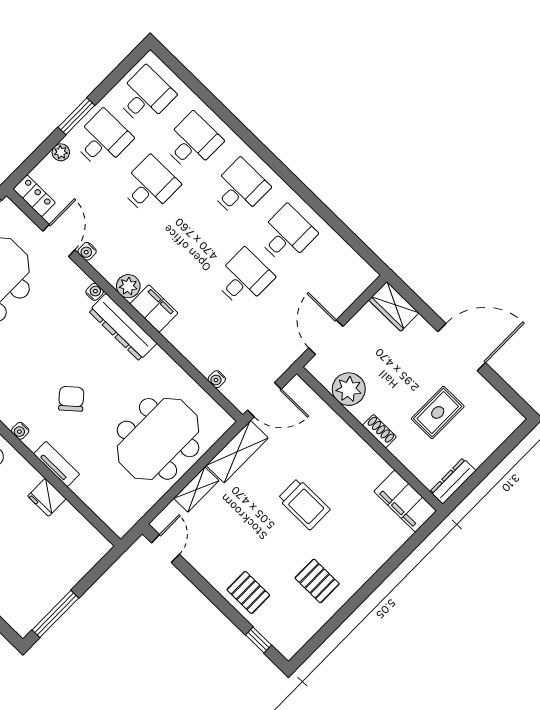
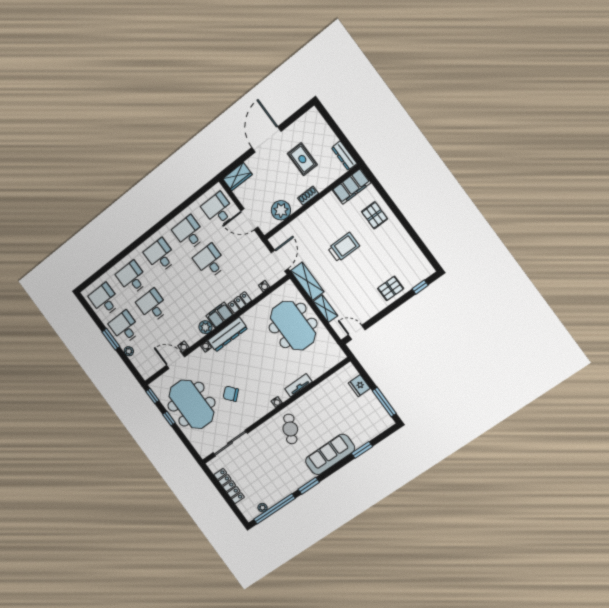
locker: (34, 196) -> (240, 303), moved
desk: (334, 281) -> (218, 210), added
chair: (71, 399) -> (231, 394), moved
fridge: (47, 497) -> (359, 386), moved, turned 90
pallet: (317, 581) -> (375, 215), moved, turned 90

